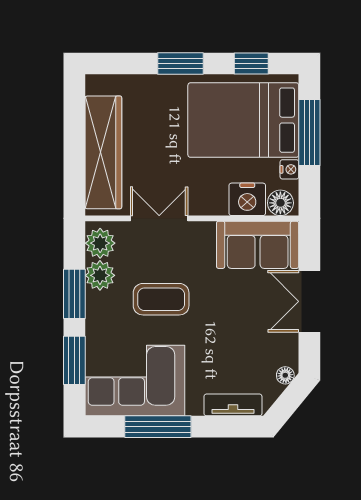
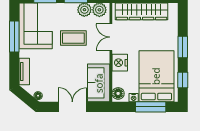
nightstand: (247, 199) -> (120, 63), moved
double door: (159, 218) -> (111, 37), swing flipped
coffee table: (161, 299) -> (73, 38), turned 90

